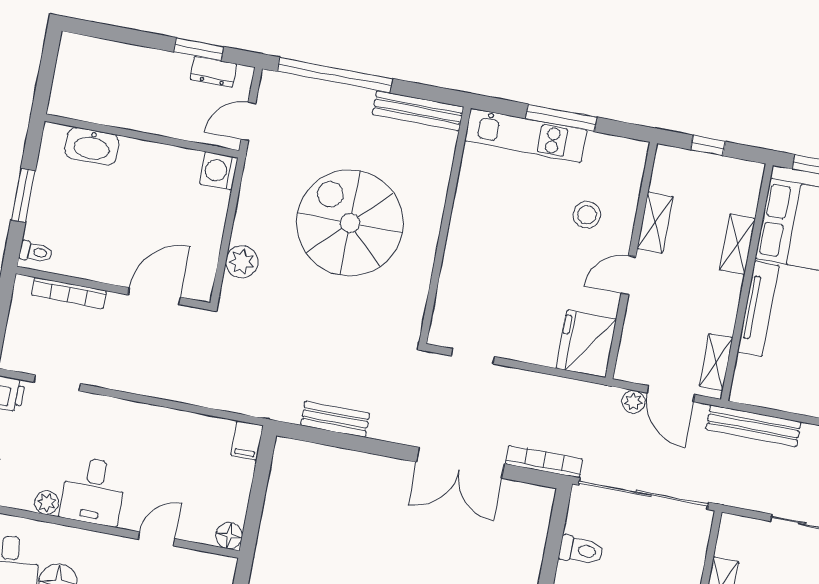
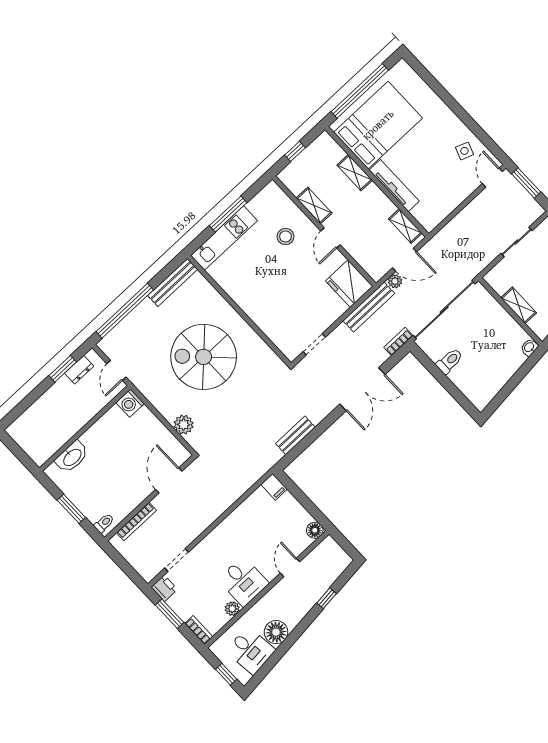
bench: (753, 426) -> (369, 307), moved
bookcase: (544, 462) -> (398, 342), width x0.64

